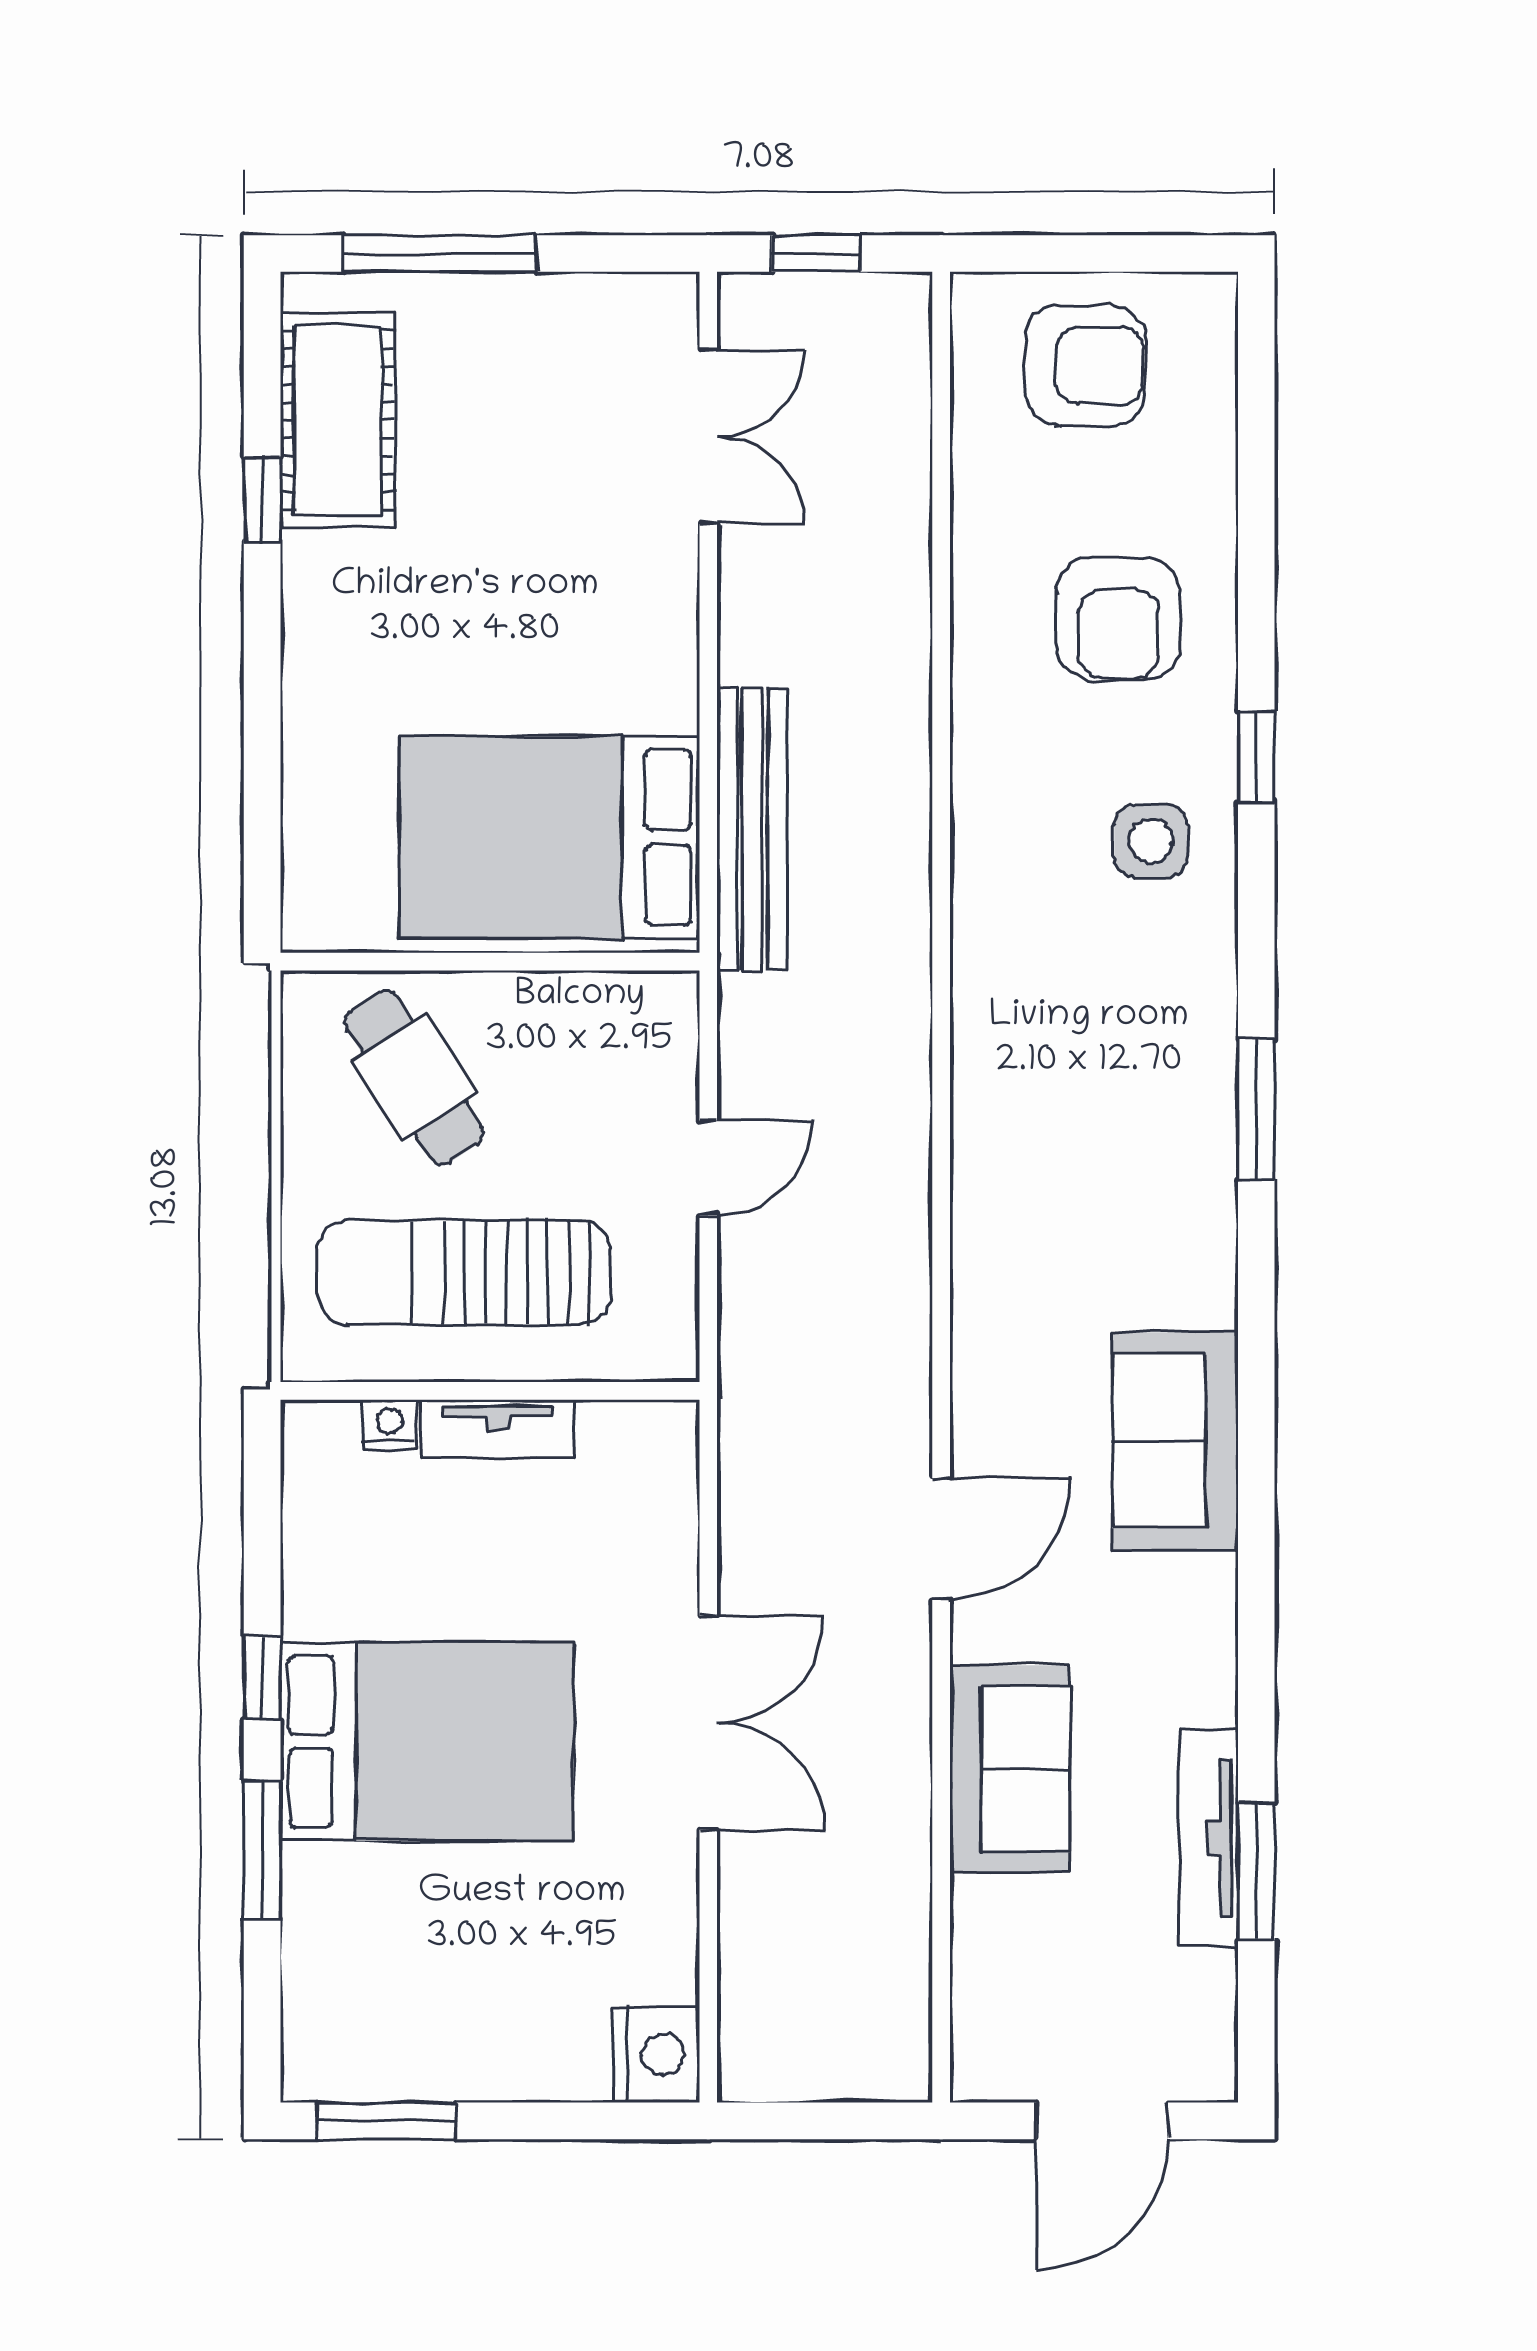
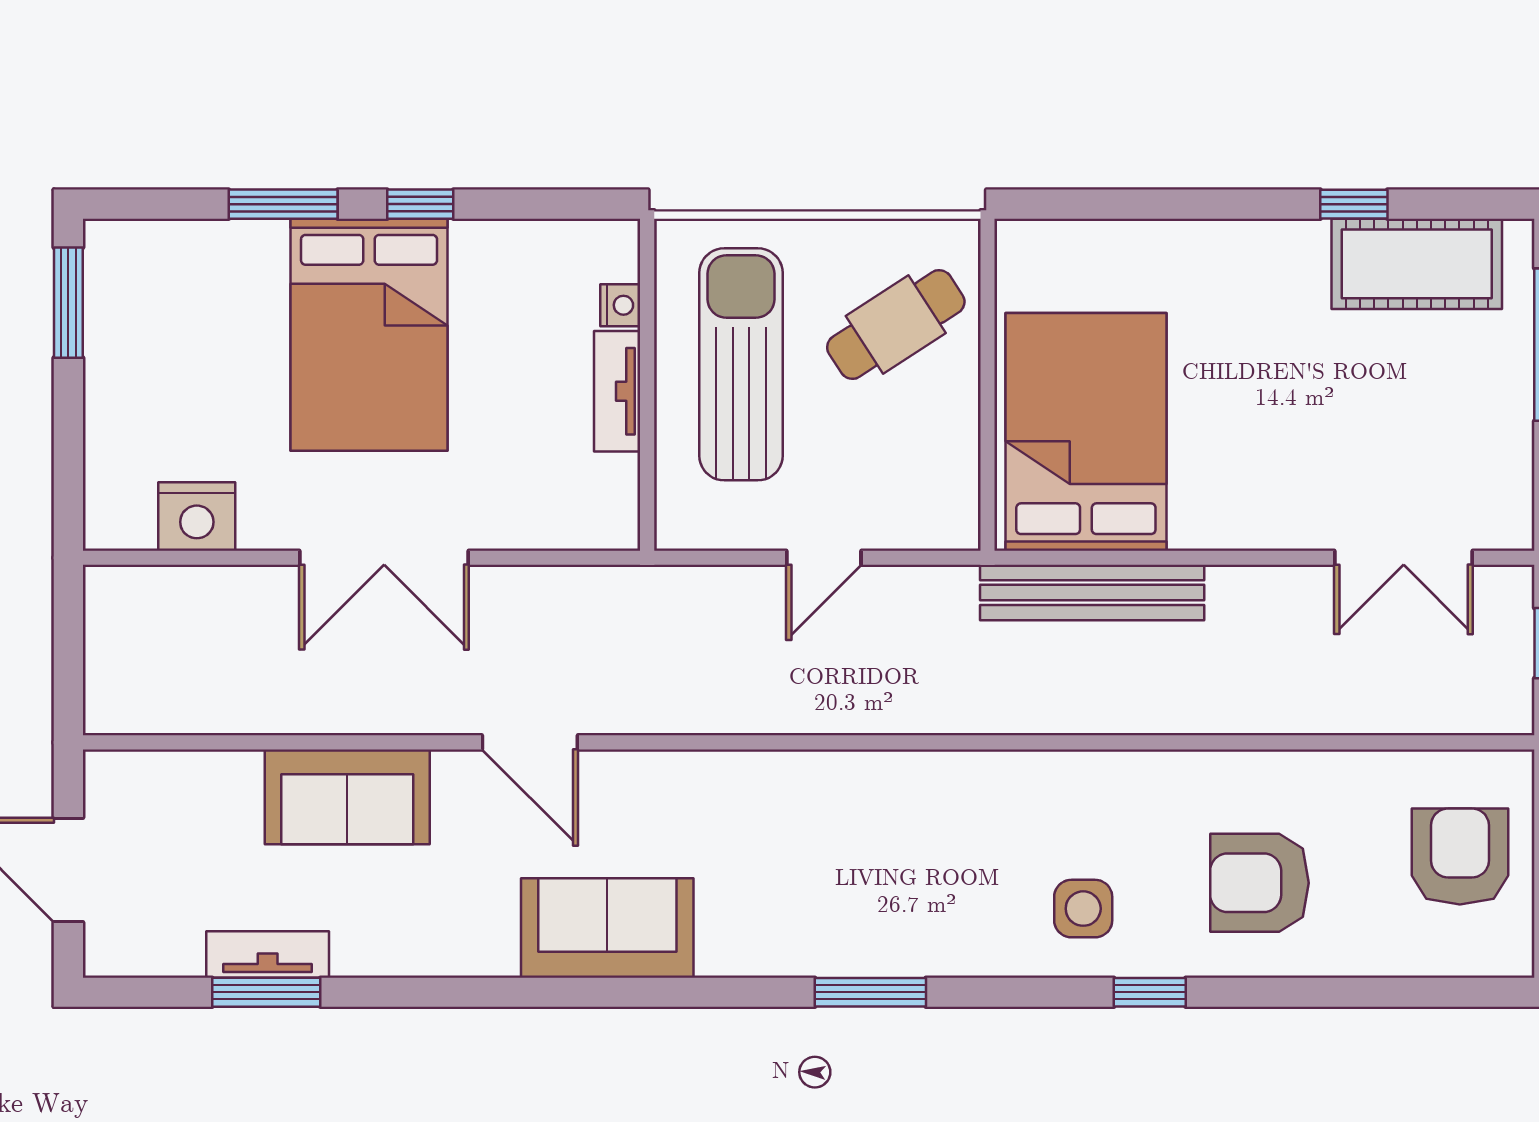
armchair: (1085, 366) -> (1460, 856), turned 180
door: (708, 1168) -> (824, 558), hinge flipped
tv unit: (1209, 1838) -> (268, 954), width x0.71
nightstand: (656, 2054) -> (197, 516), moved

